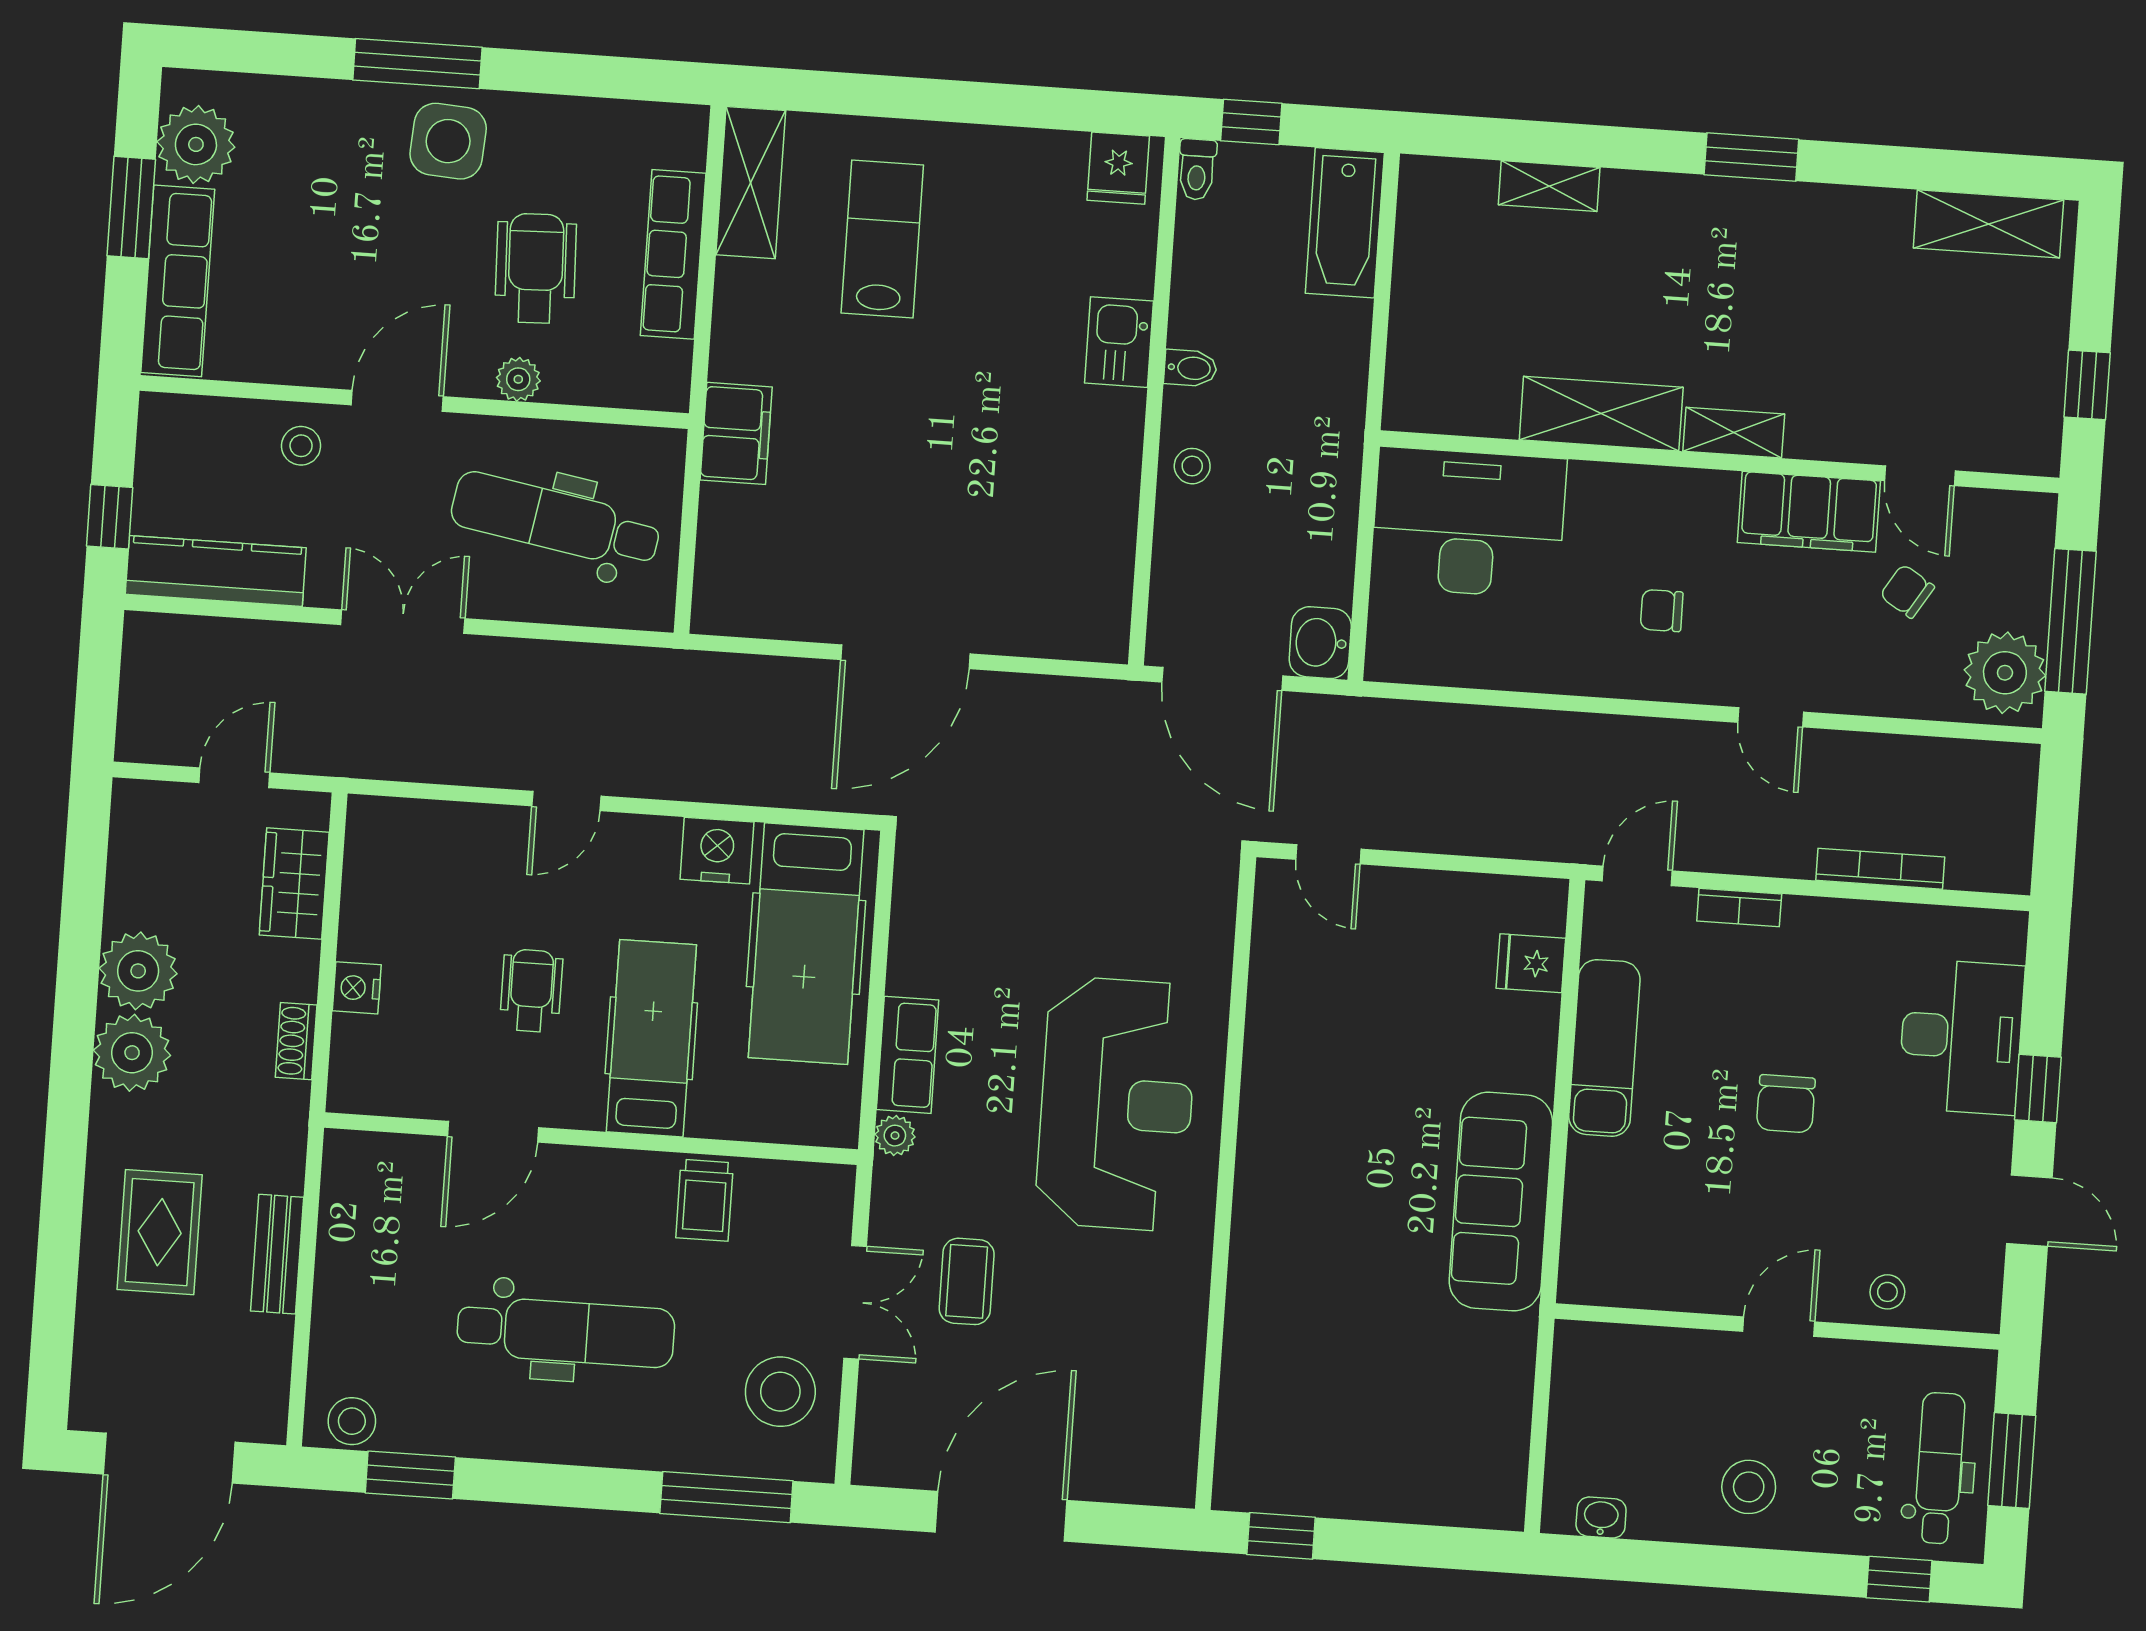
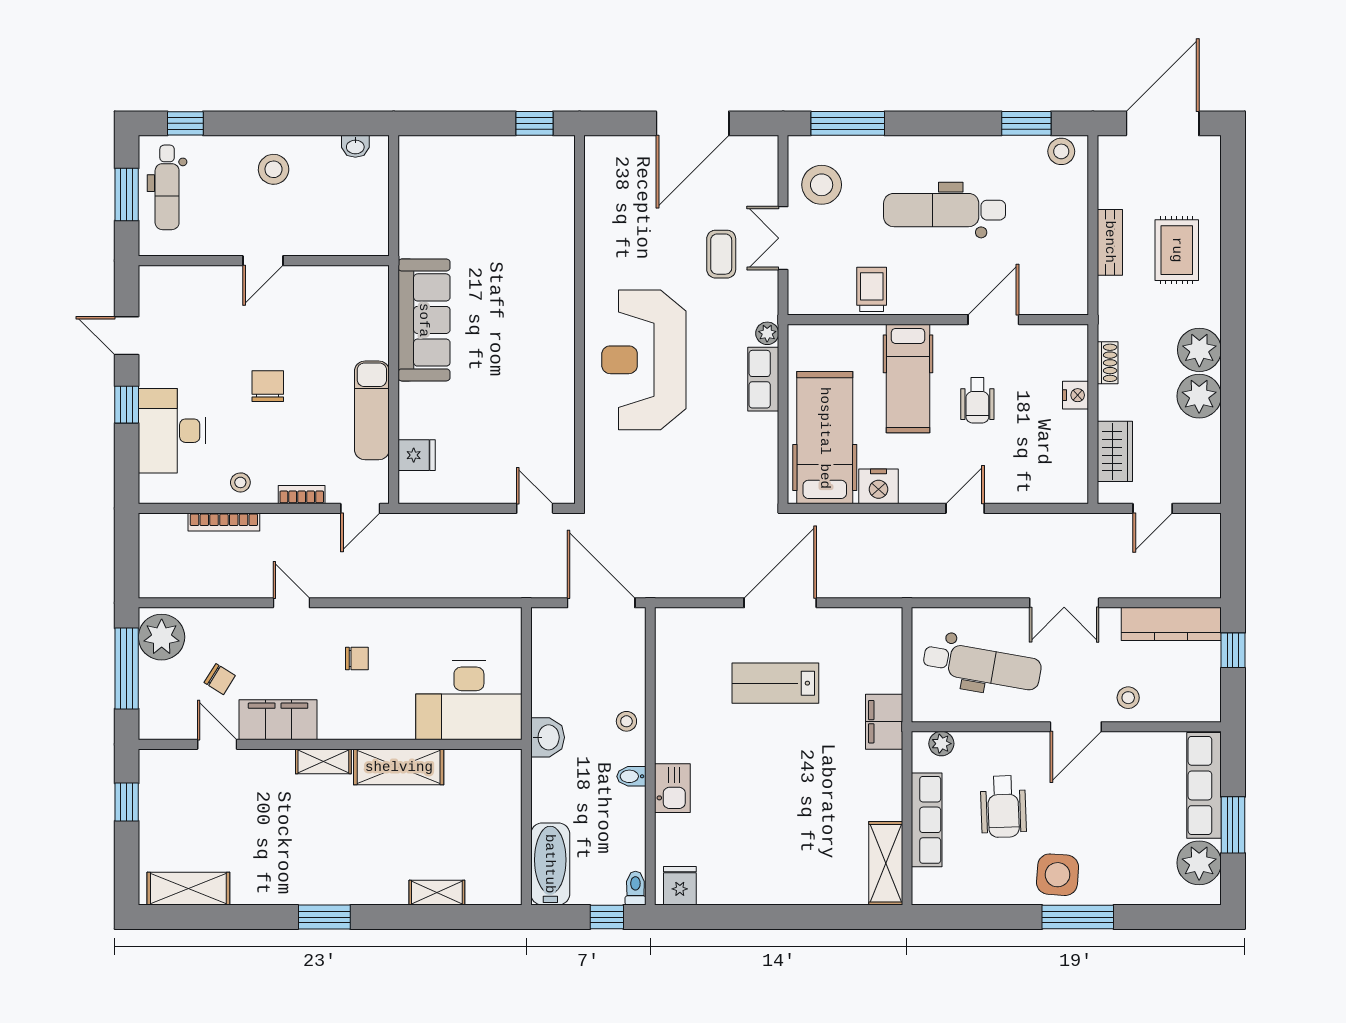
lab bench: (882, 239) -> (775, 683), moved, turned 90
plant: (518, 379) -> (941, 744), moved
washbasin: (1320, 643) -> (548, 737), moved
stool: (1887, 1292) -> (240, 482), moved

